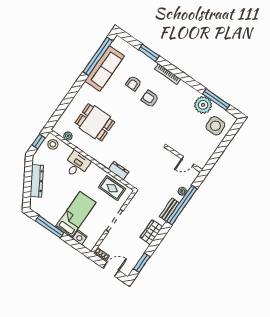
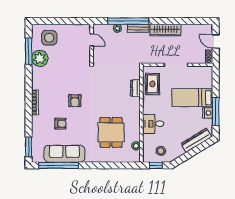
window: (149, 53) -> (29, 147), moved
armchair: (150, 99) -> (75, 101), moved
stool: (53, 144) -> (161, 151), moved
dresser: (37, 181) -> (196, 140), moved
wardrobe: (151, 232) -> (165, 30), width x1.50
nightstand: (80, 237) -> (208, 113), moved
window: (142, 263) -> (194, 21), removed

